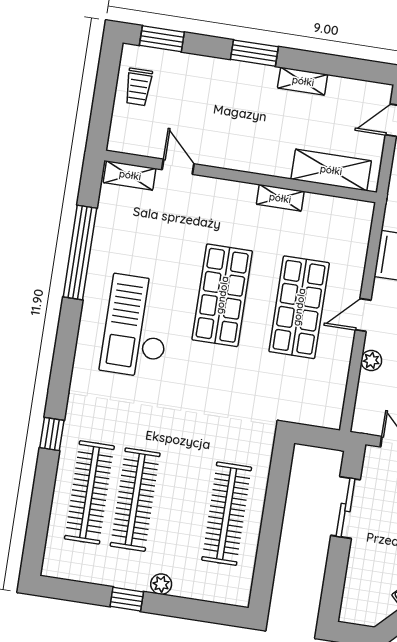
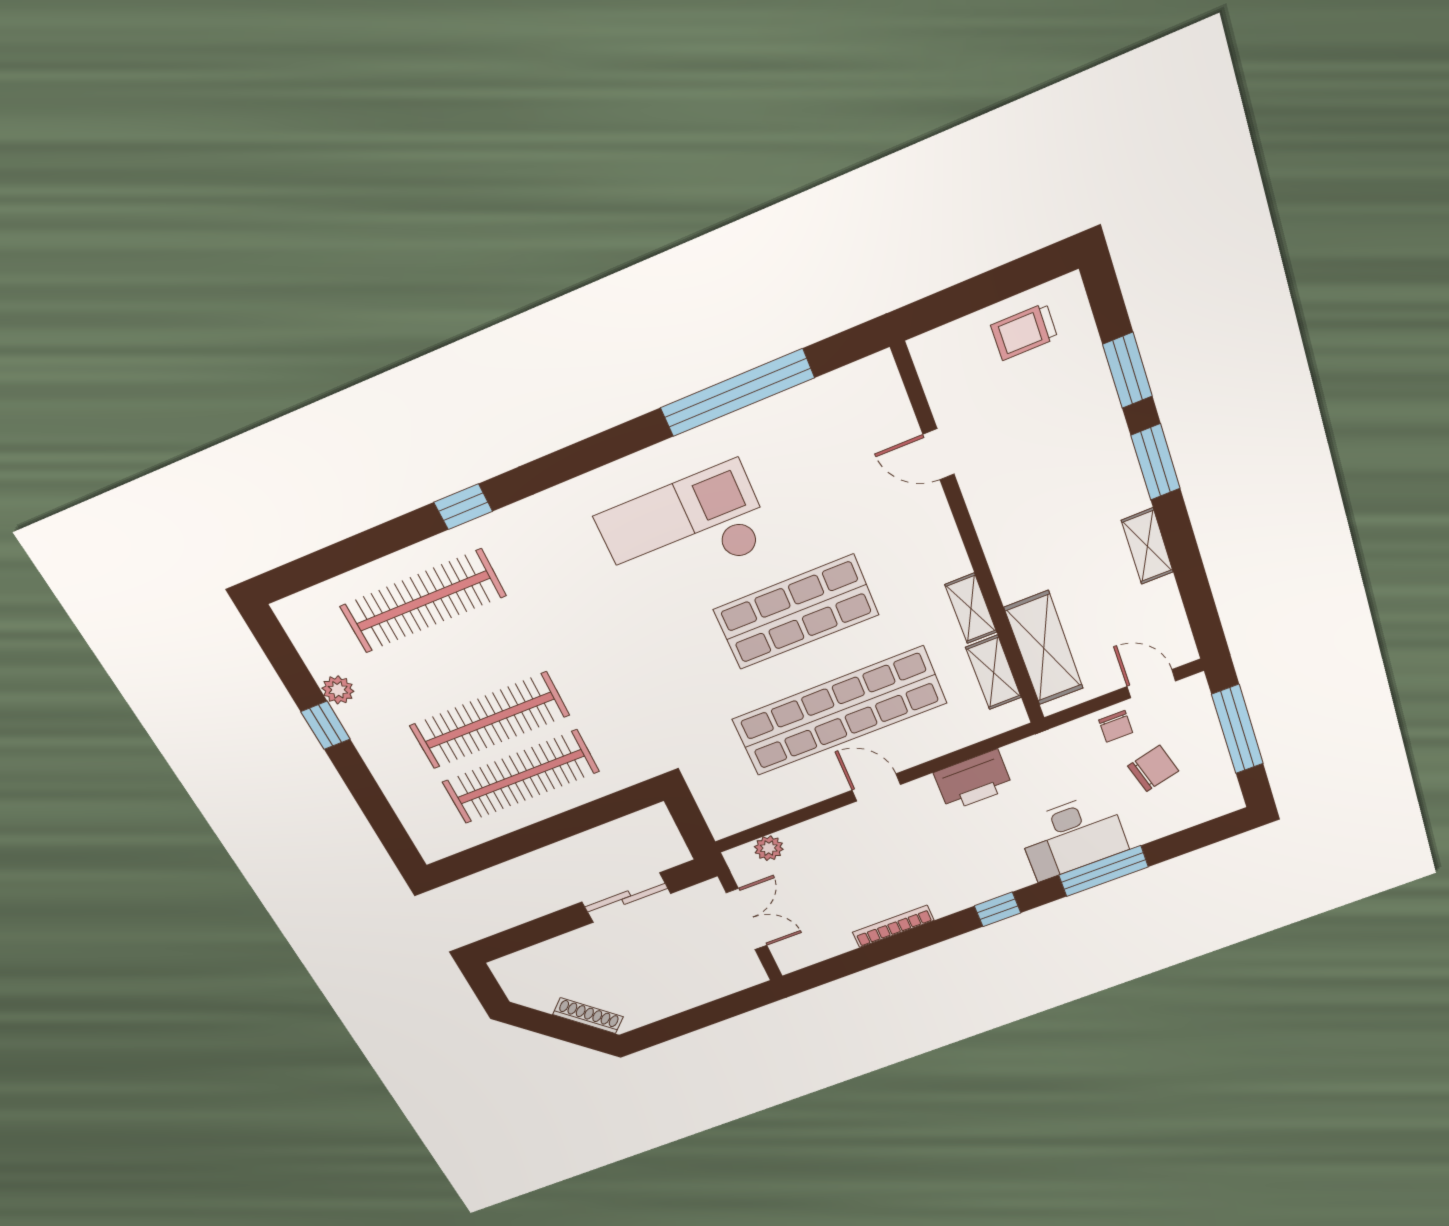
window: (162, 39) -> (1128, 370), moved
door: (178, 167) -> (939, 454), swing flipped
shelving: (130, 175) -> (994, 672), moved
shop shelf: (299, 307) -> (839, 711), width x1.40
plant: (371, 361) -> (769, 848), moved
clothes rail: (135, 500) -> (490, 720), moved
plant: (161, 584) -> (338, 690), moved

